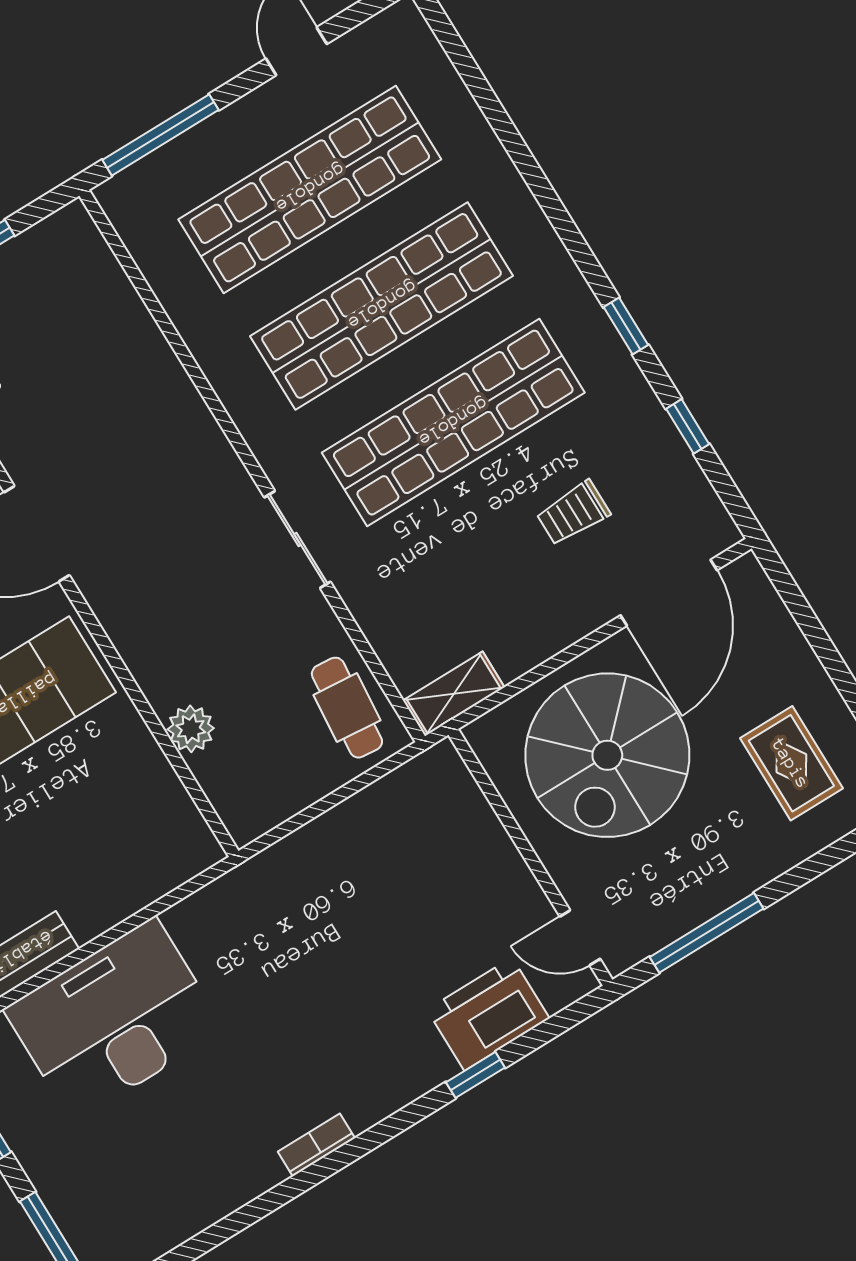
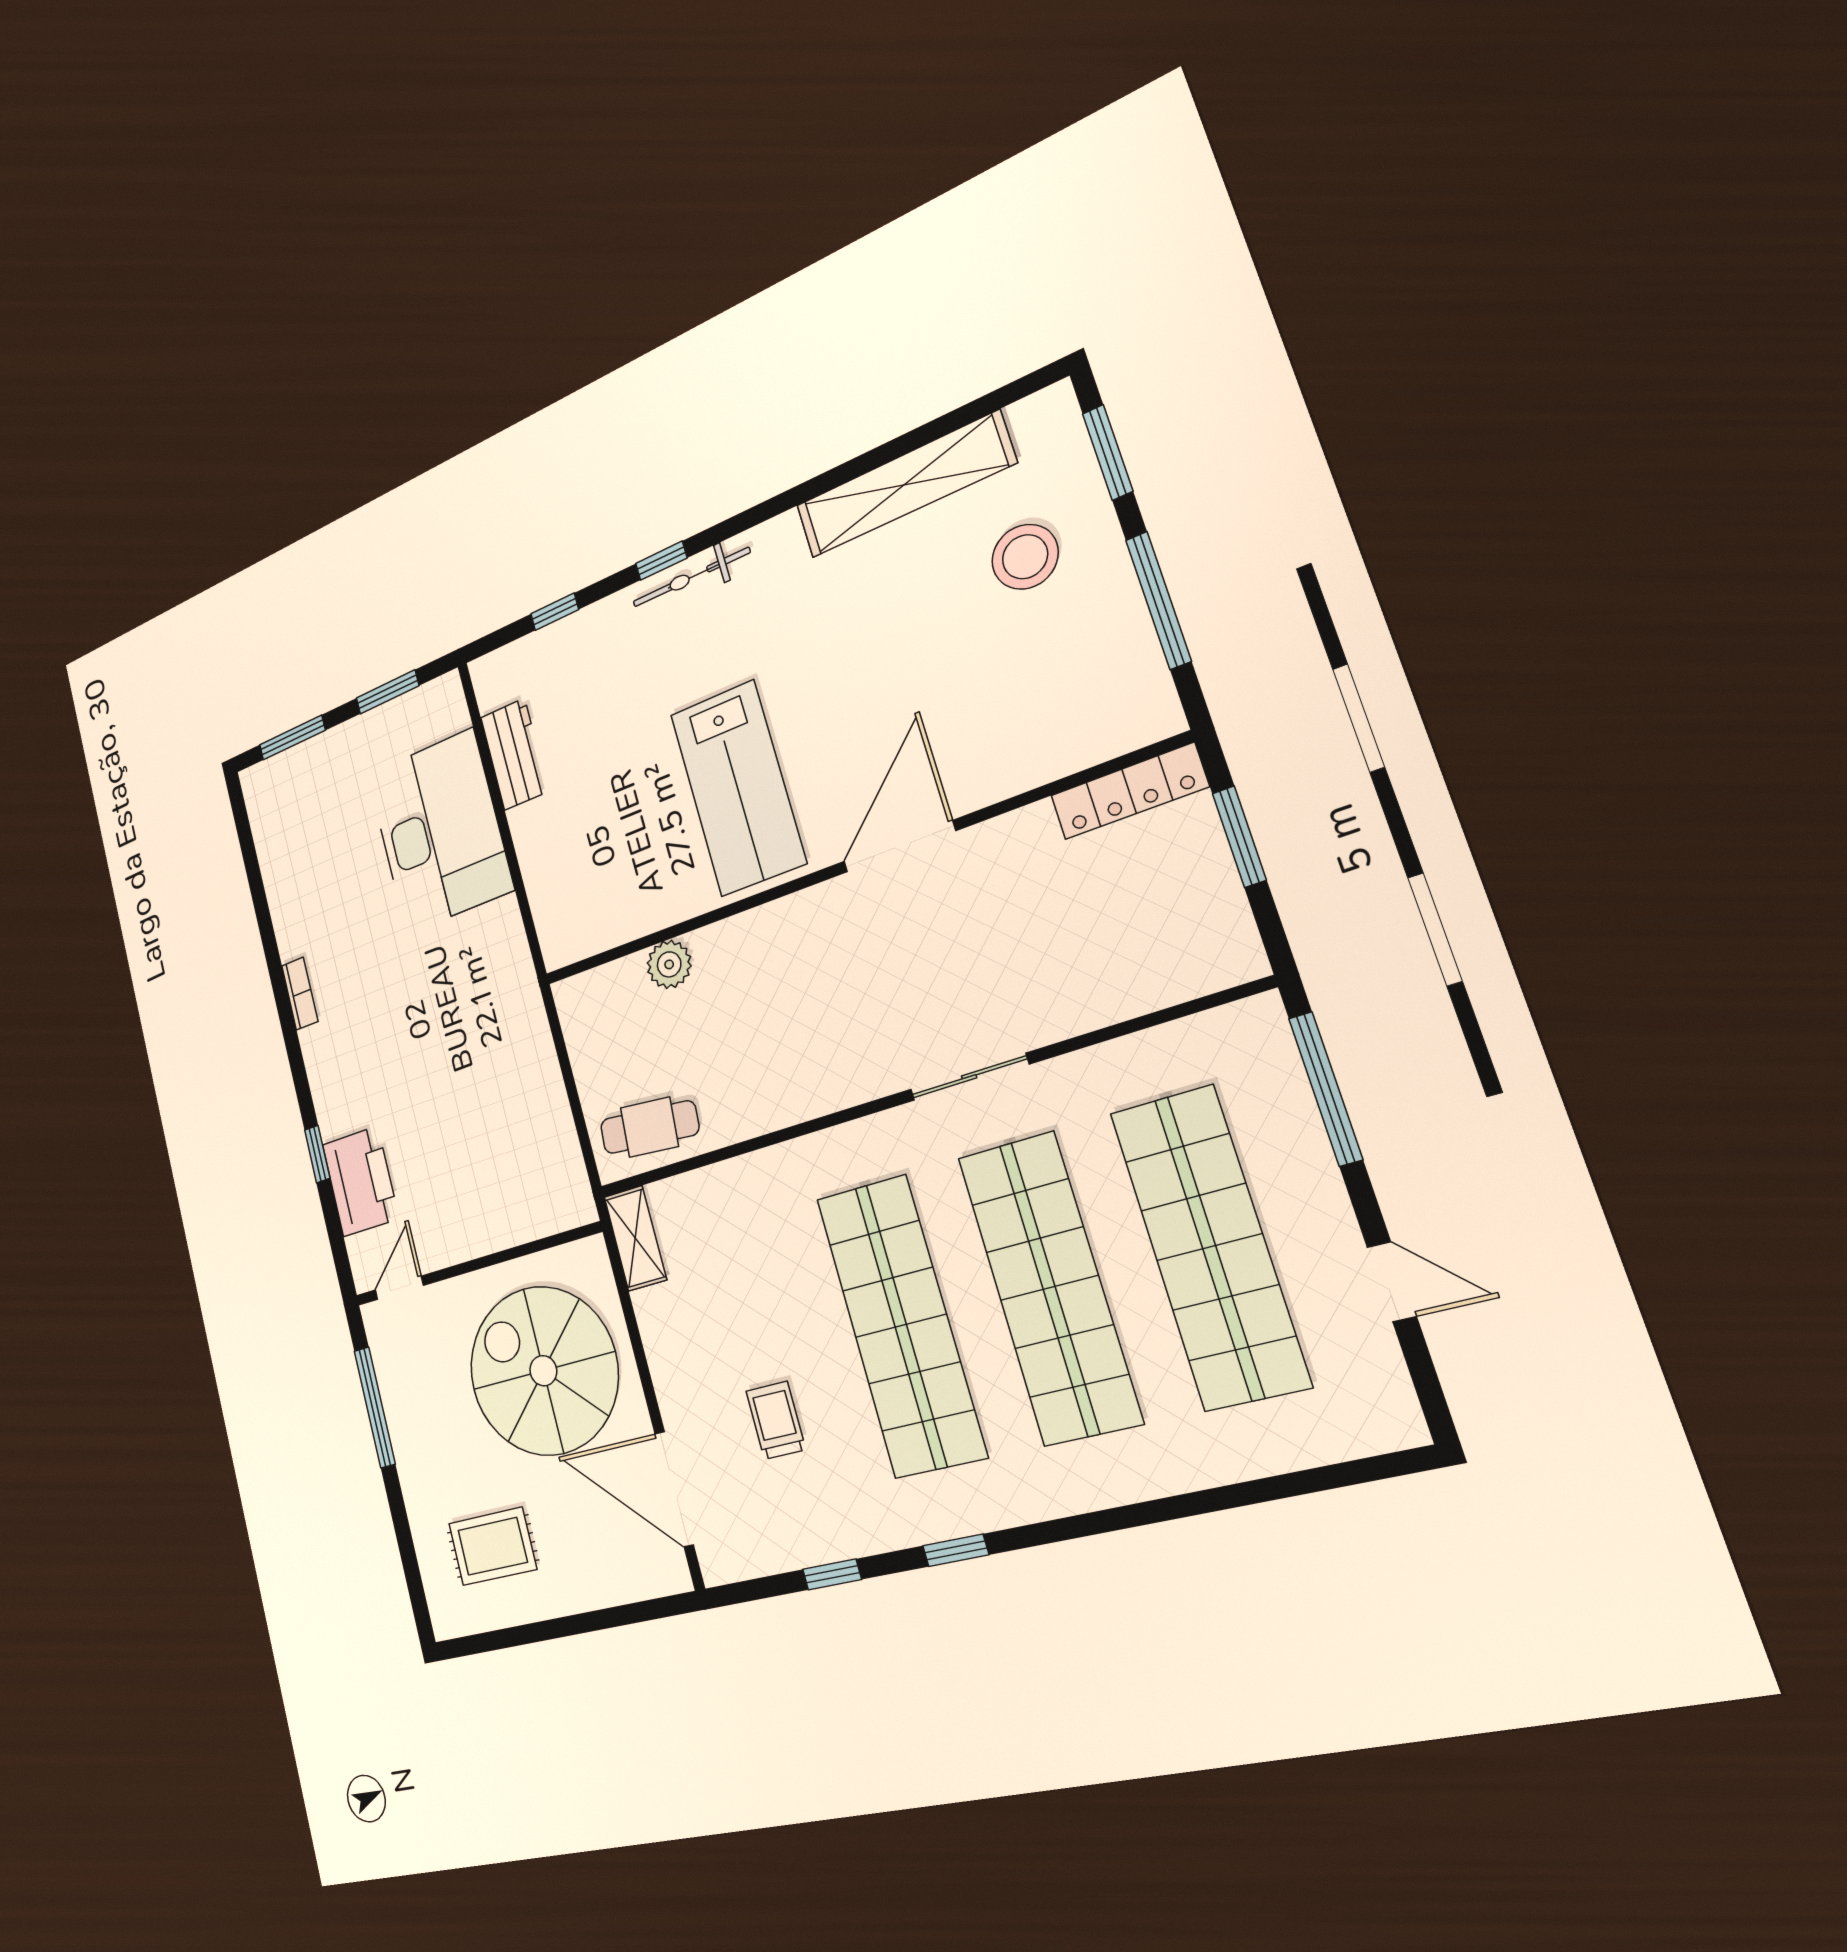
sliding door: (297, 540) -> (969, 1077), moved

